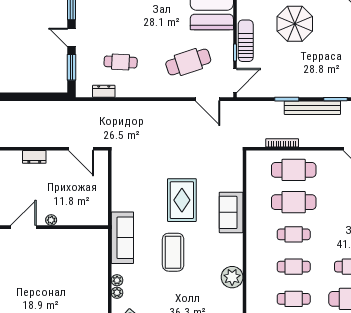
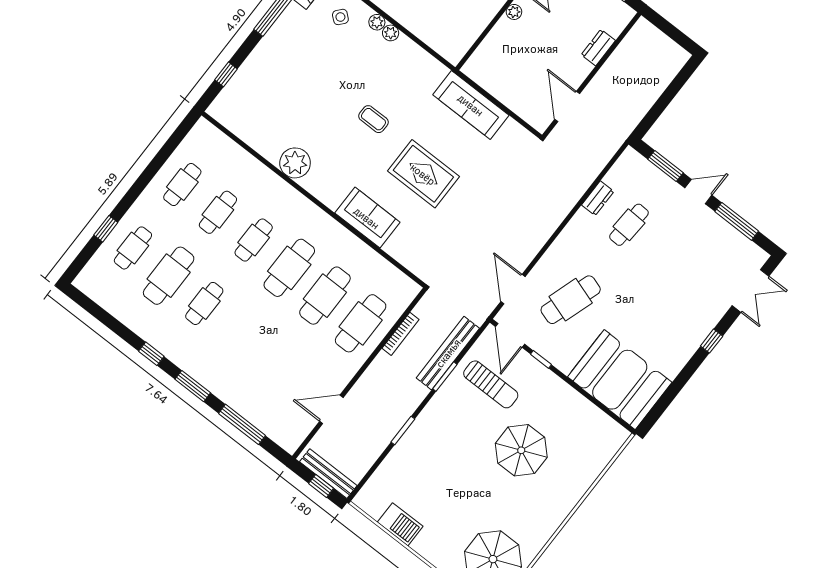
sun lounger: (246, 41) -> (491, 384), moved
cafe table: (188, 62) -> (571, 300), turned 36
dresser: (104, 91) -> (598, 198), moved
door: (208, 99) -> (513, 289), hinge flipped
bench: (312, 108) -> (448, 353), moved
door: (81, 149) -> (567, 106), hinge flipped
cafe table: (294, 234) -> (289, 268), width x1.37, depth x1.35
sofa: (122, 238) -> (471, 105), moved
coffee table: (173, 252) -> (373, 119), width x0.54, depth x0.58

